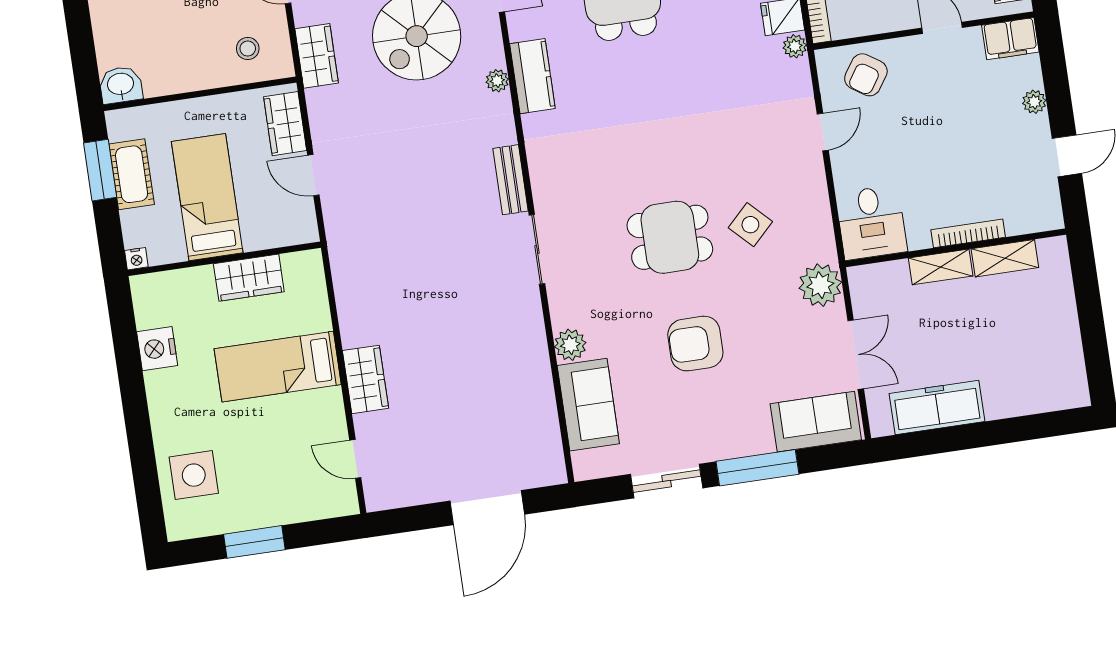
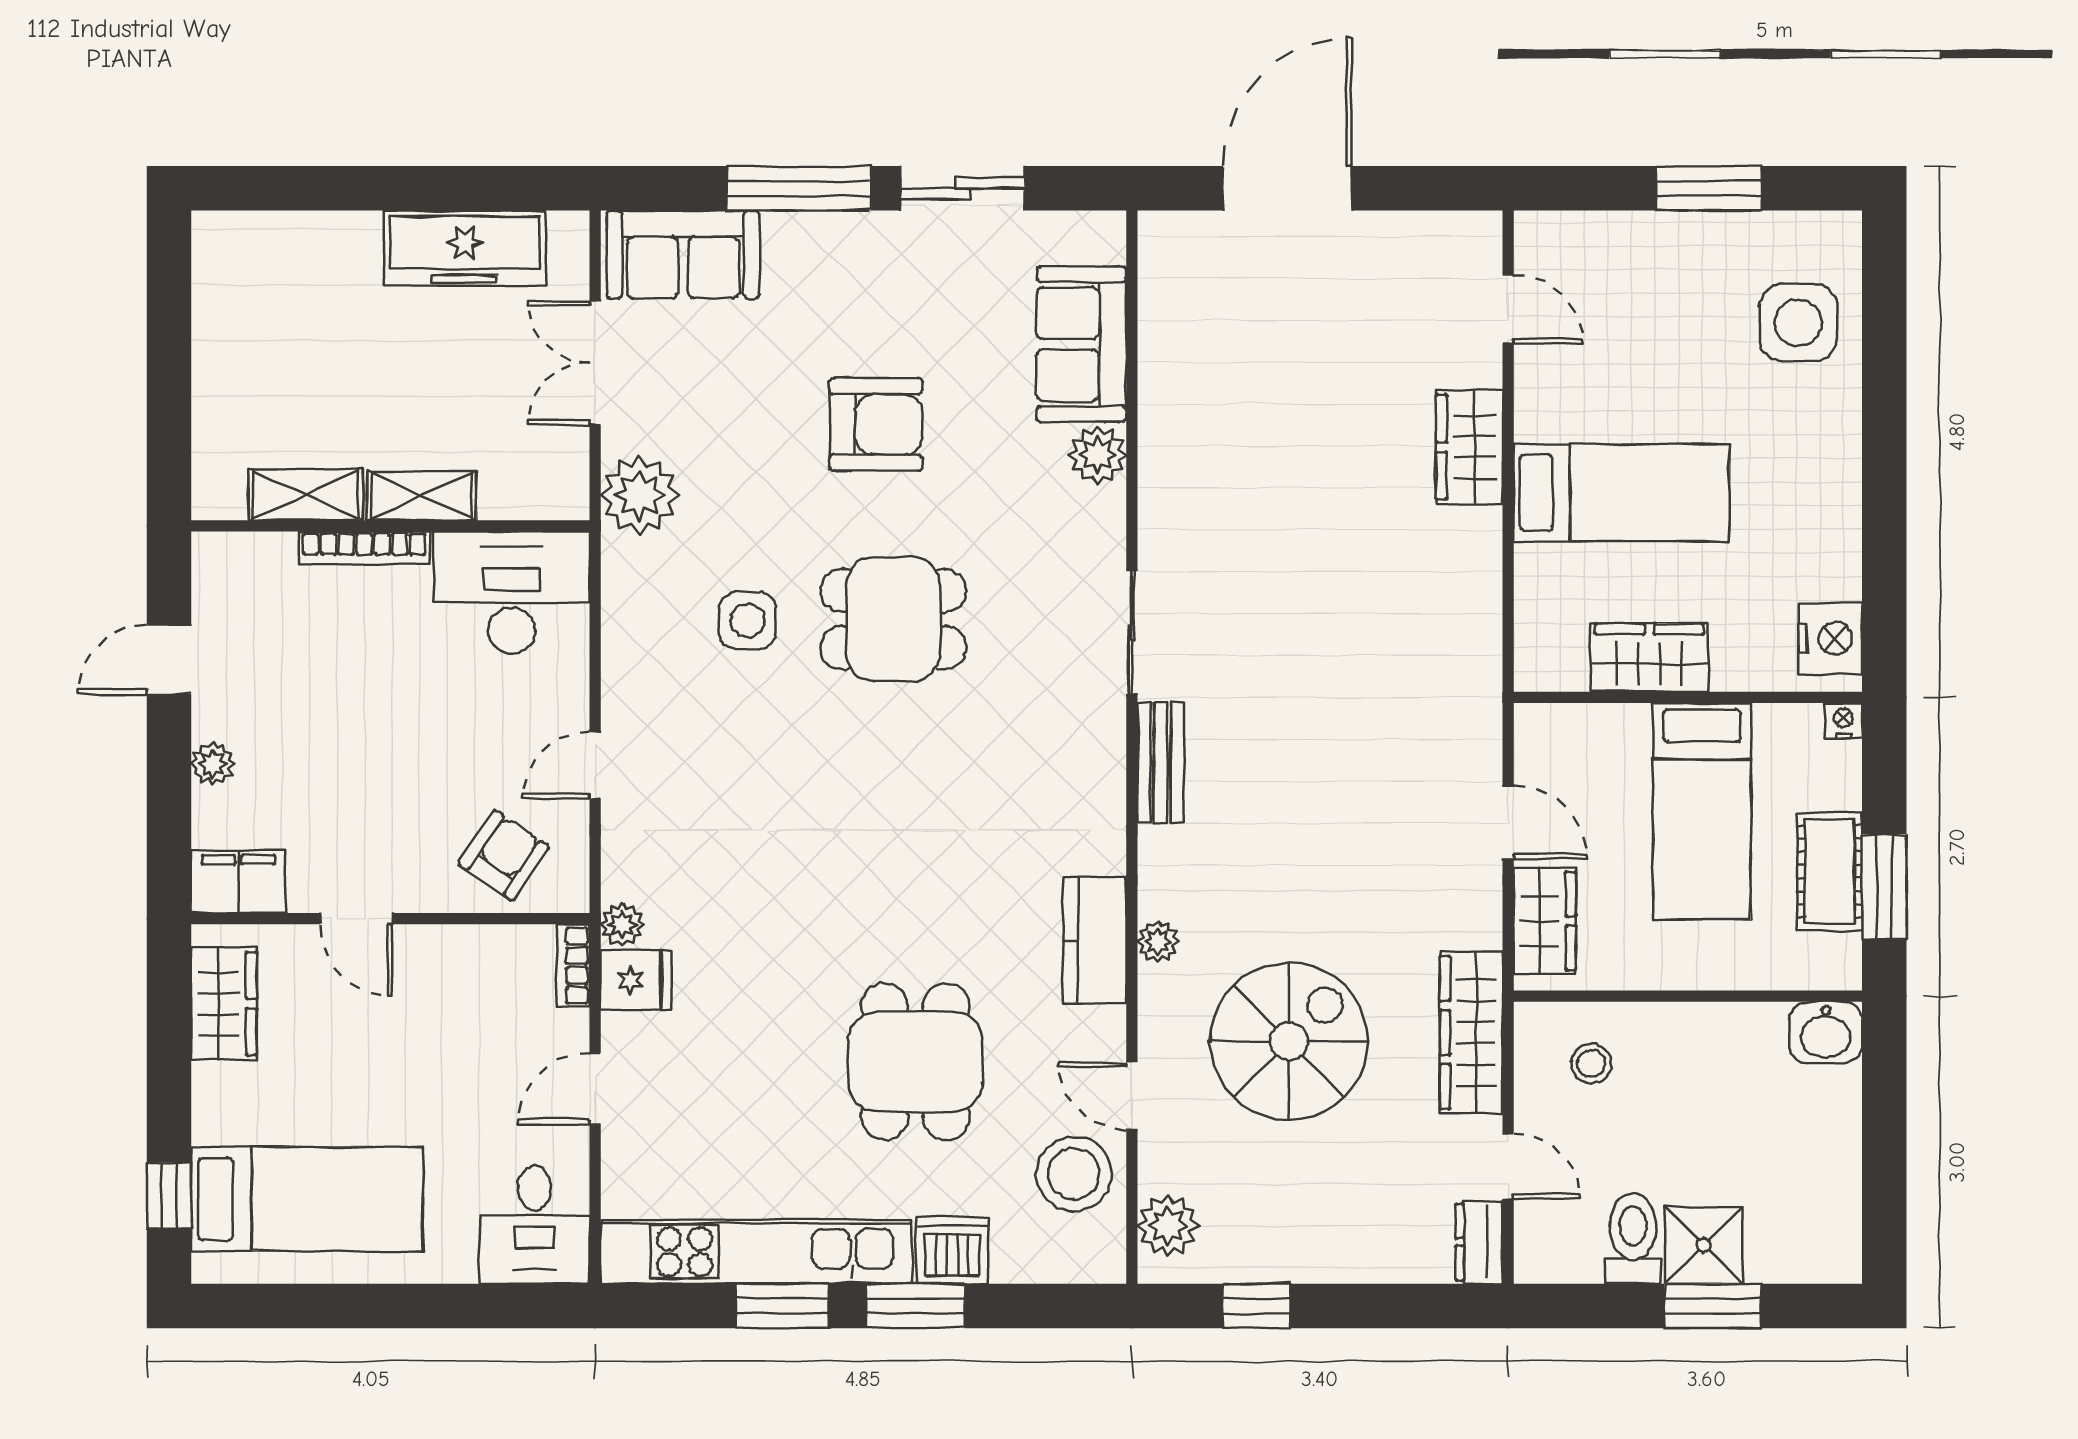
wardrobe: (317, 56) -> (1471, 1033), width x1.50
desk: (871, 222) -> (512, 593), width x1.37
side table: (750, 225) -> (747, 620), turned 45
nightstand: (157, 349) -> (1830, 638), moved

